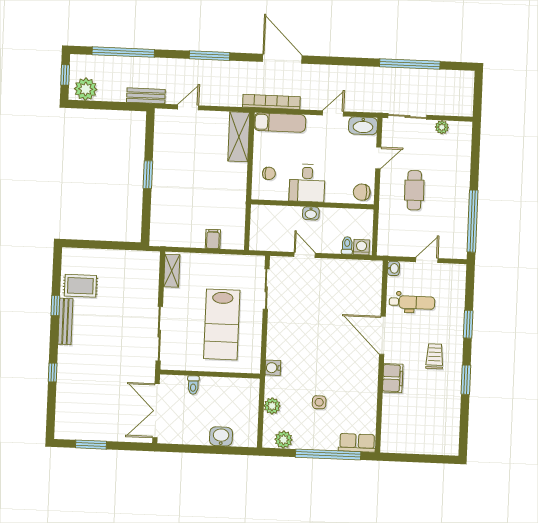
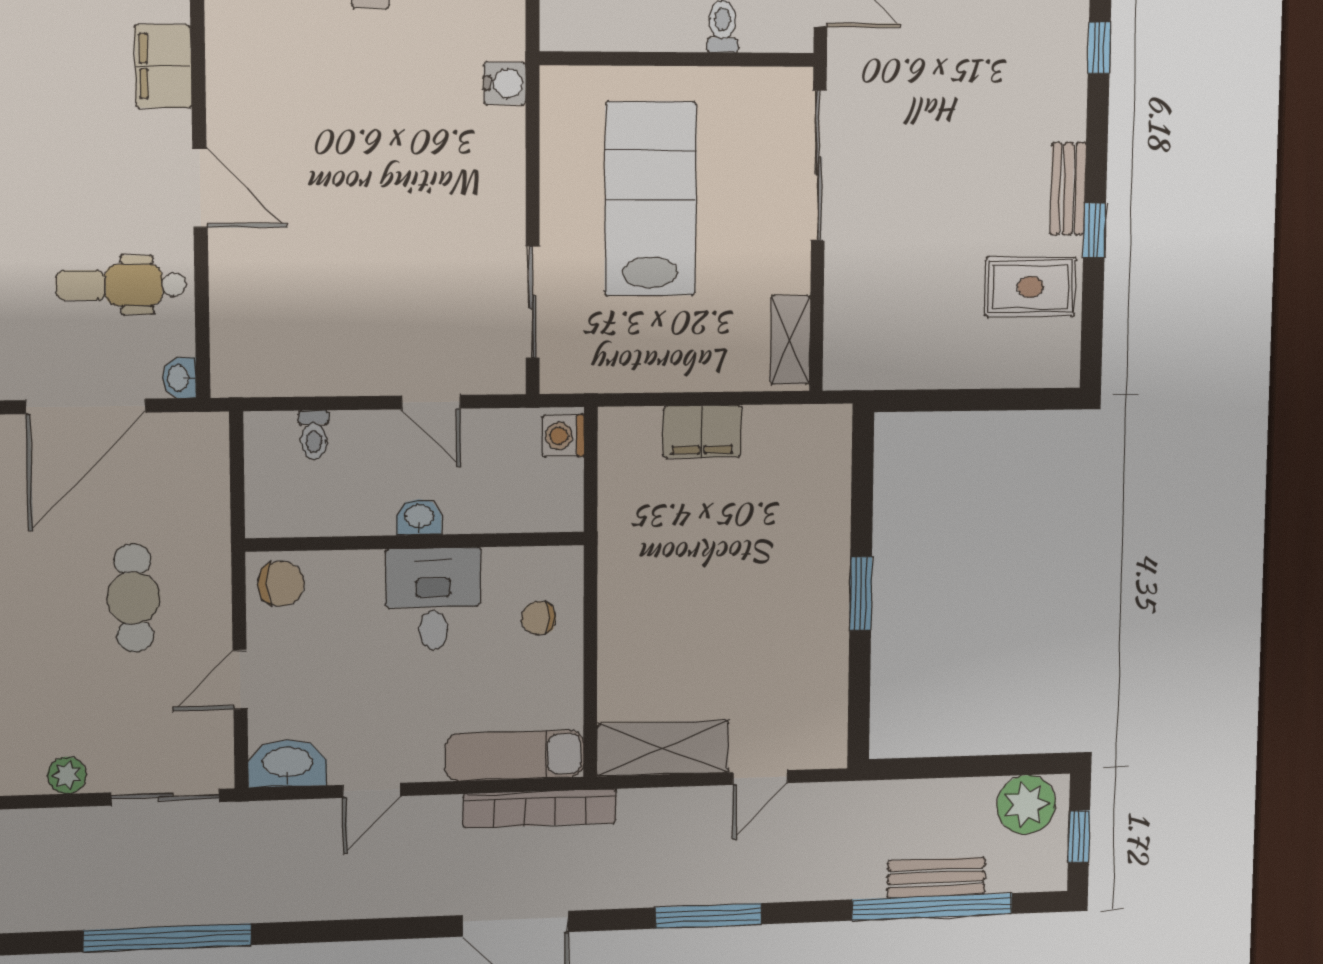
bench: (146, 96) -> (936, 878), moved
shelving: (239, 137) -> (663, 748), moved, turned 90
filing cabinet: (213, 239) -> (702, 432), width x2.00
washing machine: (361, 247) -> (563, 436), moved, turned 90
door: (427, 260) -> (86, 406), width x1.88
bench: (65, 321) -> (1068, 189), width x0.73
door: (382, 335) -> (200, 188), width x0.73
trolley: (435, 356) -> (46, 134), removed

